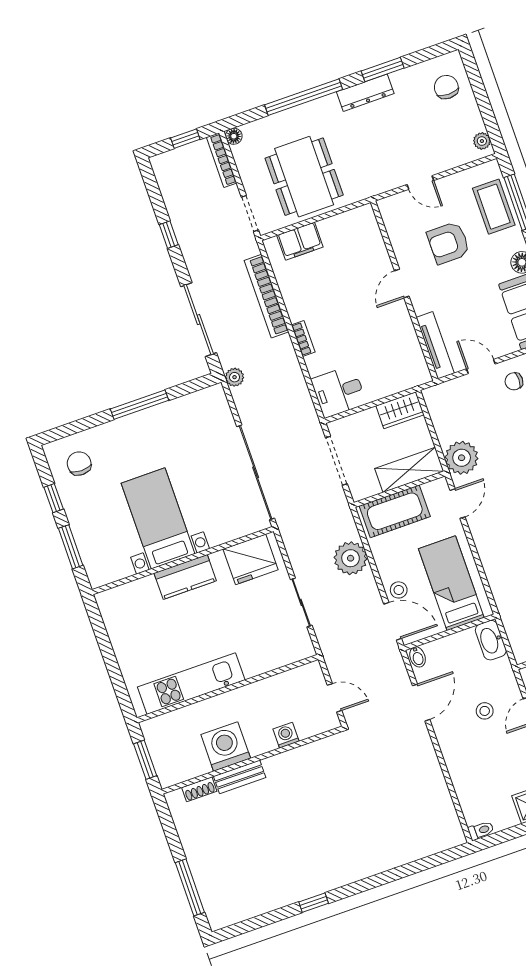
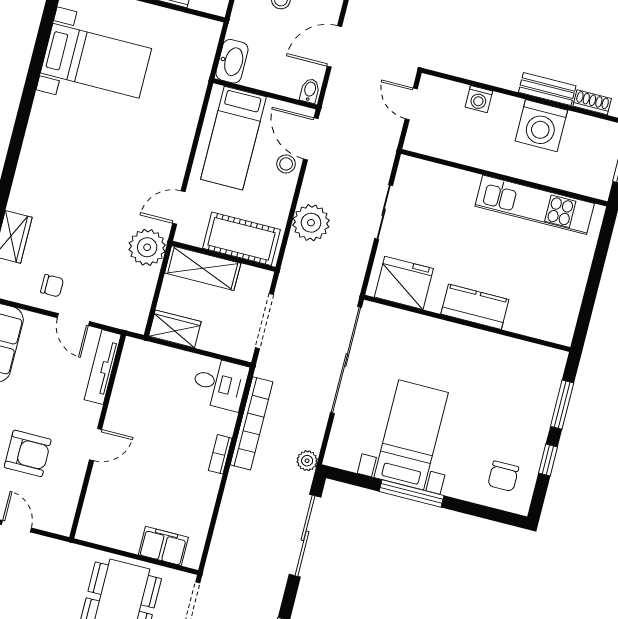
bookcase: (267, 296) -> (252, 423), moved
bed with nightstands: (158, 518) -> (411, 435), moved, turned 180

